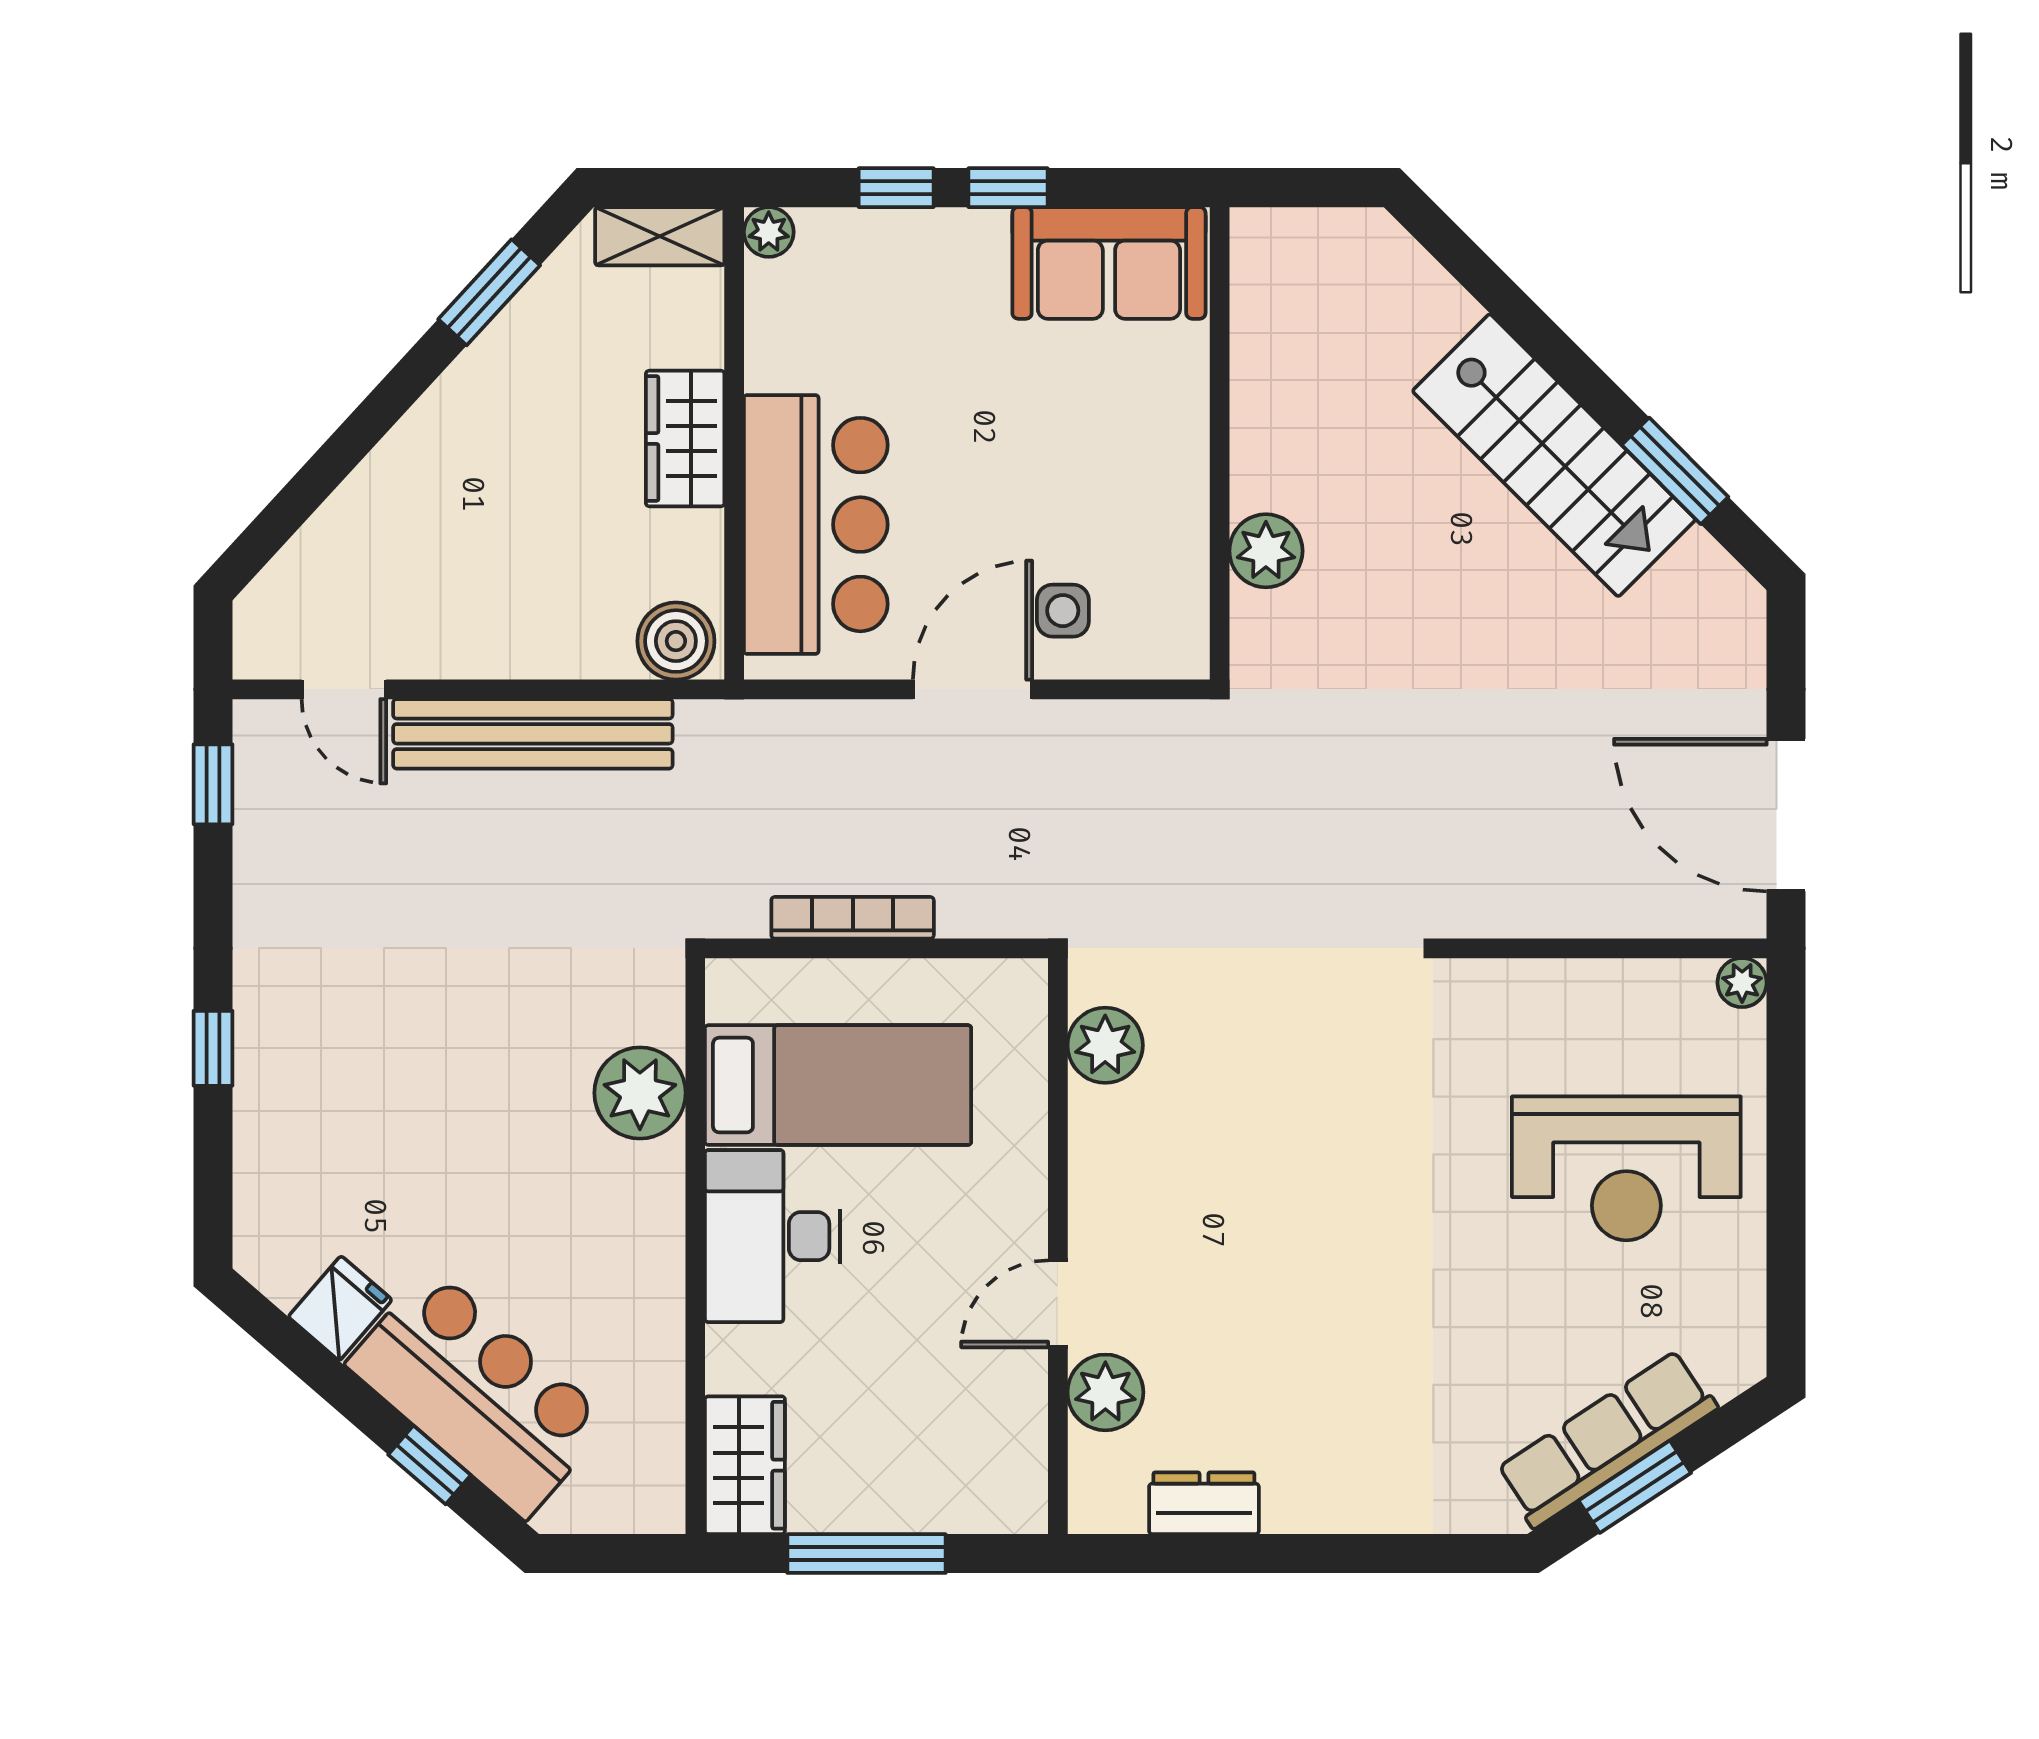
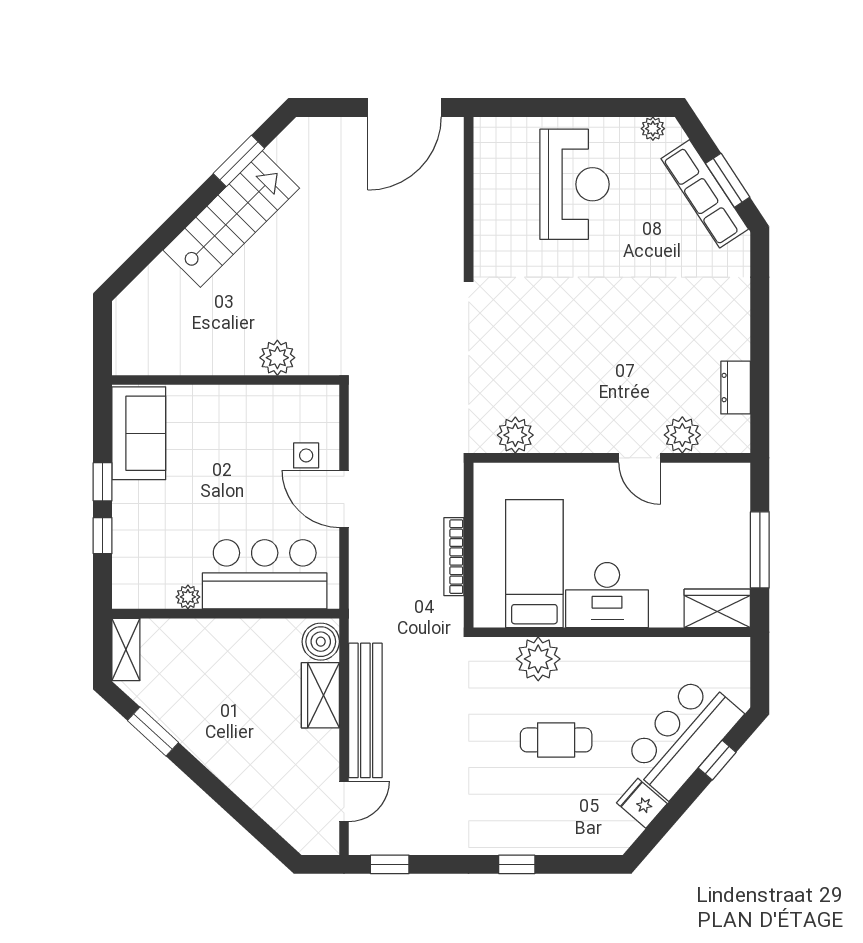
plant: (769, 232) -> (188, 597), moved
wardrobe: (685, 438) -> (320, 695), moved, turned 90
plant: (1742, 983) -> (653, 129), moved
cafe table: (472, 1130) -> (556, 740), added

